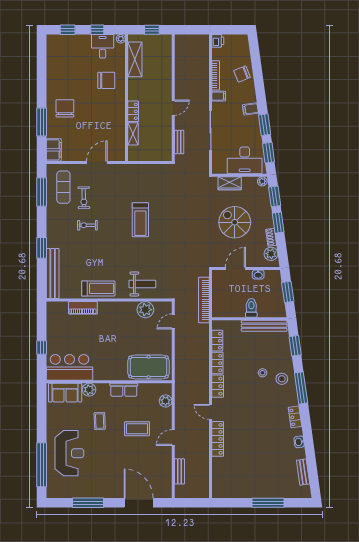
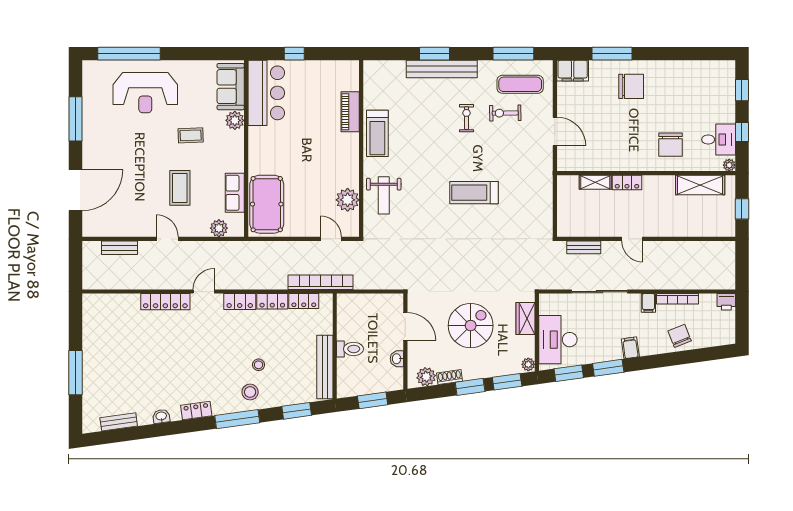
bench: (53, 273) -> (442, 69), moved
bookcase: (204, 300) -> (321, 282), moved
row of seats: (124, 390) -> (235, 193), moved

